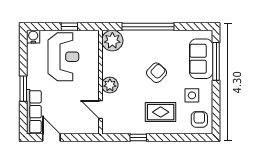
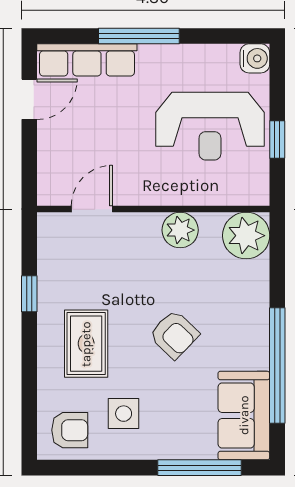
window: (148, 27) -> (277, 366), moved
sofa: (201, 59) -> (244, 415), moved, turned -90
plant: (110, 85) -> (180, 230), moved
window: (23, 89) -> (139, 36), width x1.44

